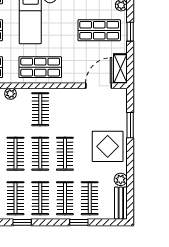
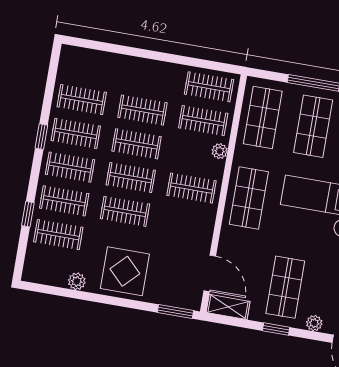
window: (130, 125) -> (175, 312), moved
bench: (121, 203) -> (44, 276), removed

